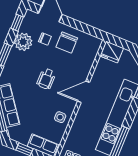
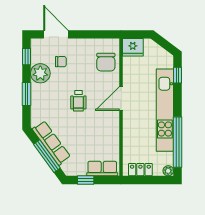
chair: (67, 42) -> (106, 62), moved
side table: (60, 117) -> (108, 133), removed

